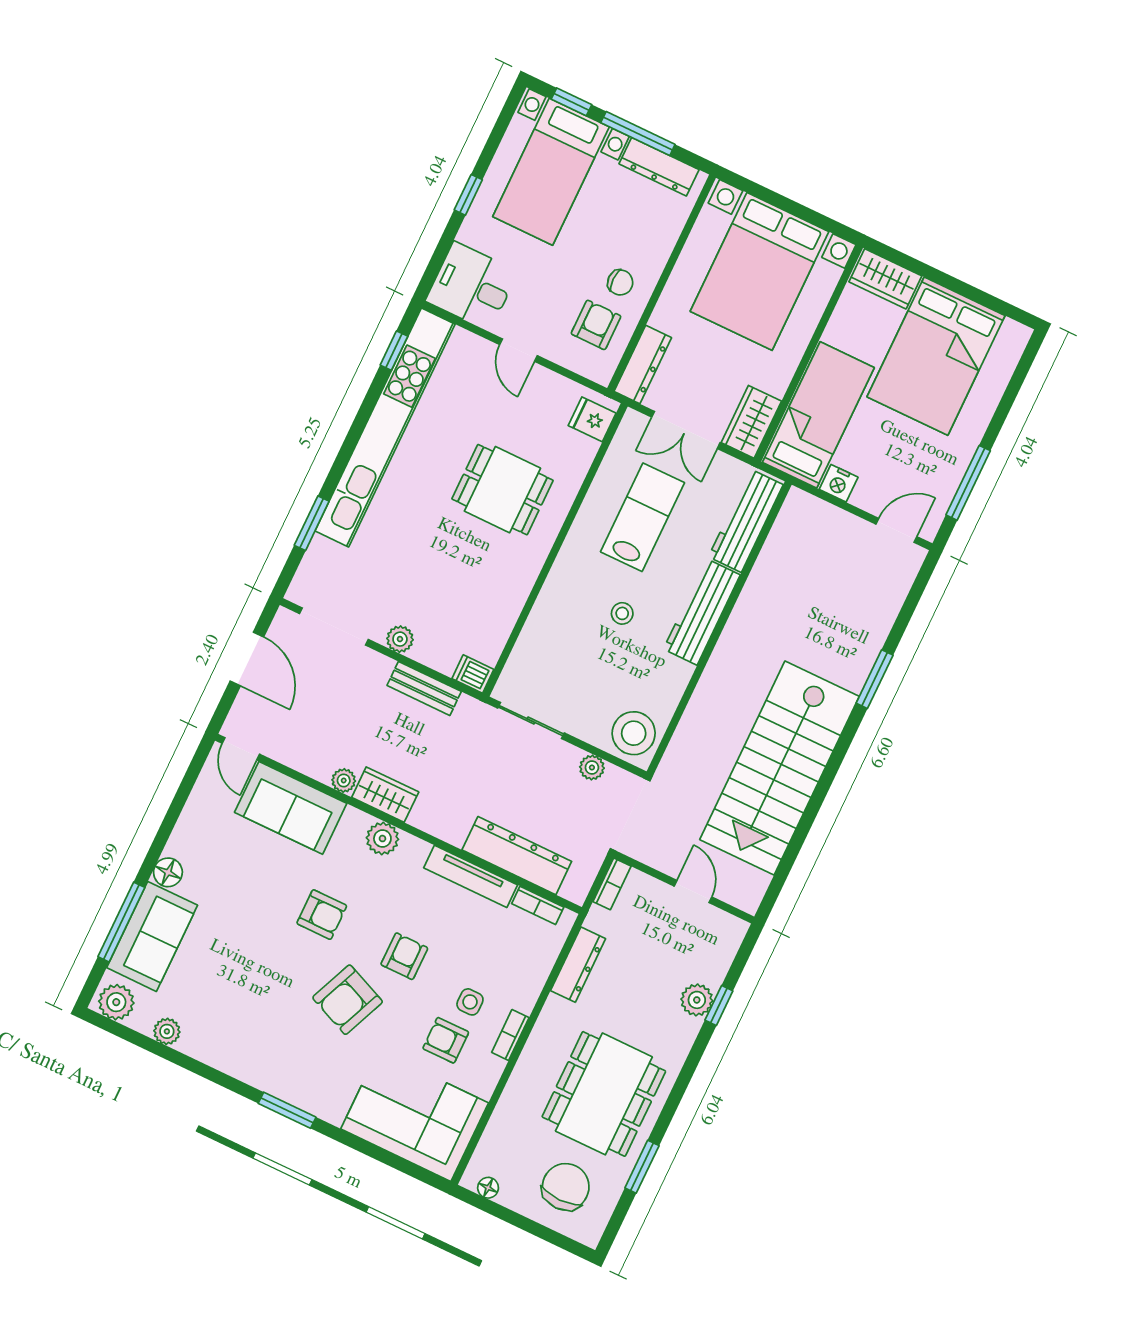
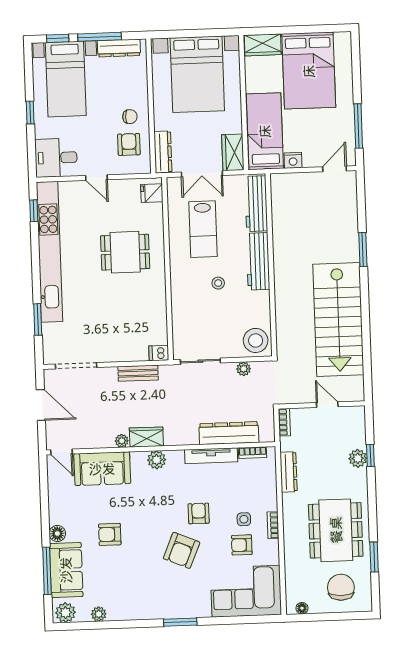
lab bench: (642, 517) -> (203, 229), turned 180
plant: (400, 639) -> (113, 355), removed
armchair: (322, 915) -> (110, 534), moved, turned 180

